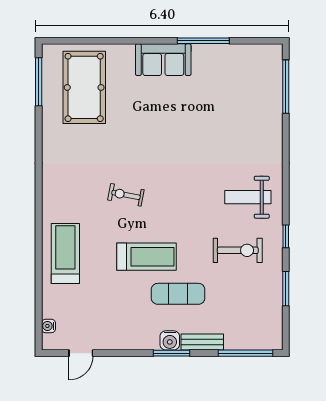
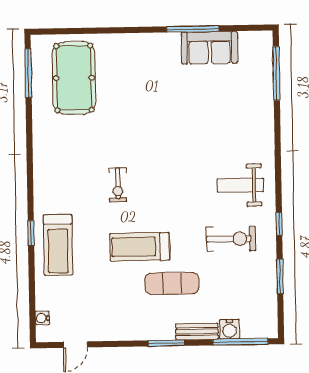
sofa: (163, 60) -> (209, 48), moved
exercise bike: (126, 195) -> (118, 185), turned -101
window: (39, 241) -> (31, 233), added
treadmill: (65, 253) -> (58, 245), turned 180
treadmill: (147, 257) -> (140, 247), turned 180
water cooler: (170, 340) -> (229, 329), moved

